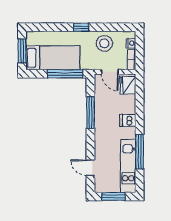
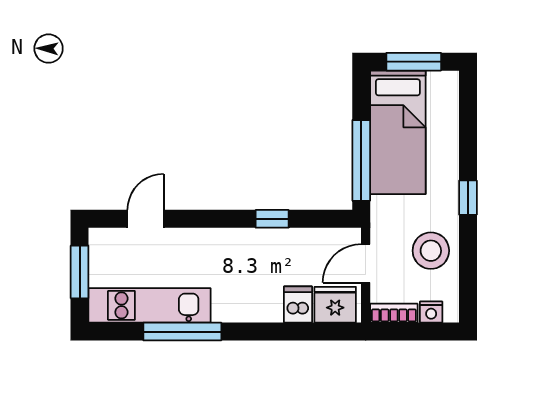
window: (90, 113) -> (272, 219), width x0.46
dishwasher: (128, 120) -> (298, 305), moved

